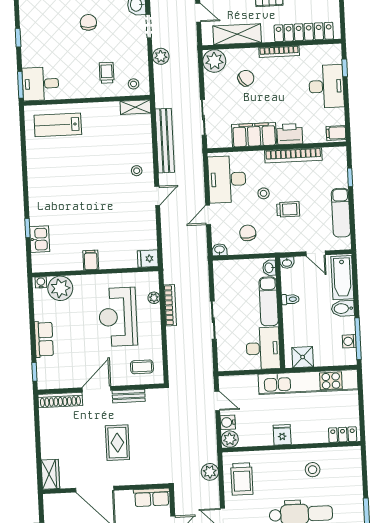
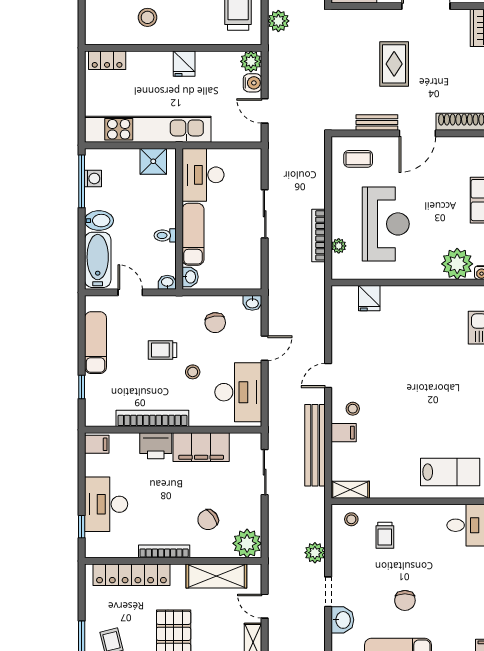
fridge: (148, 259) -> (369, 298), moved, turned 90
filing cabinet: (91, 260) -> (344, 433), moved, turned -90

